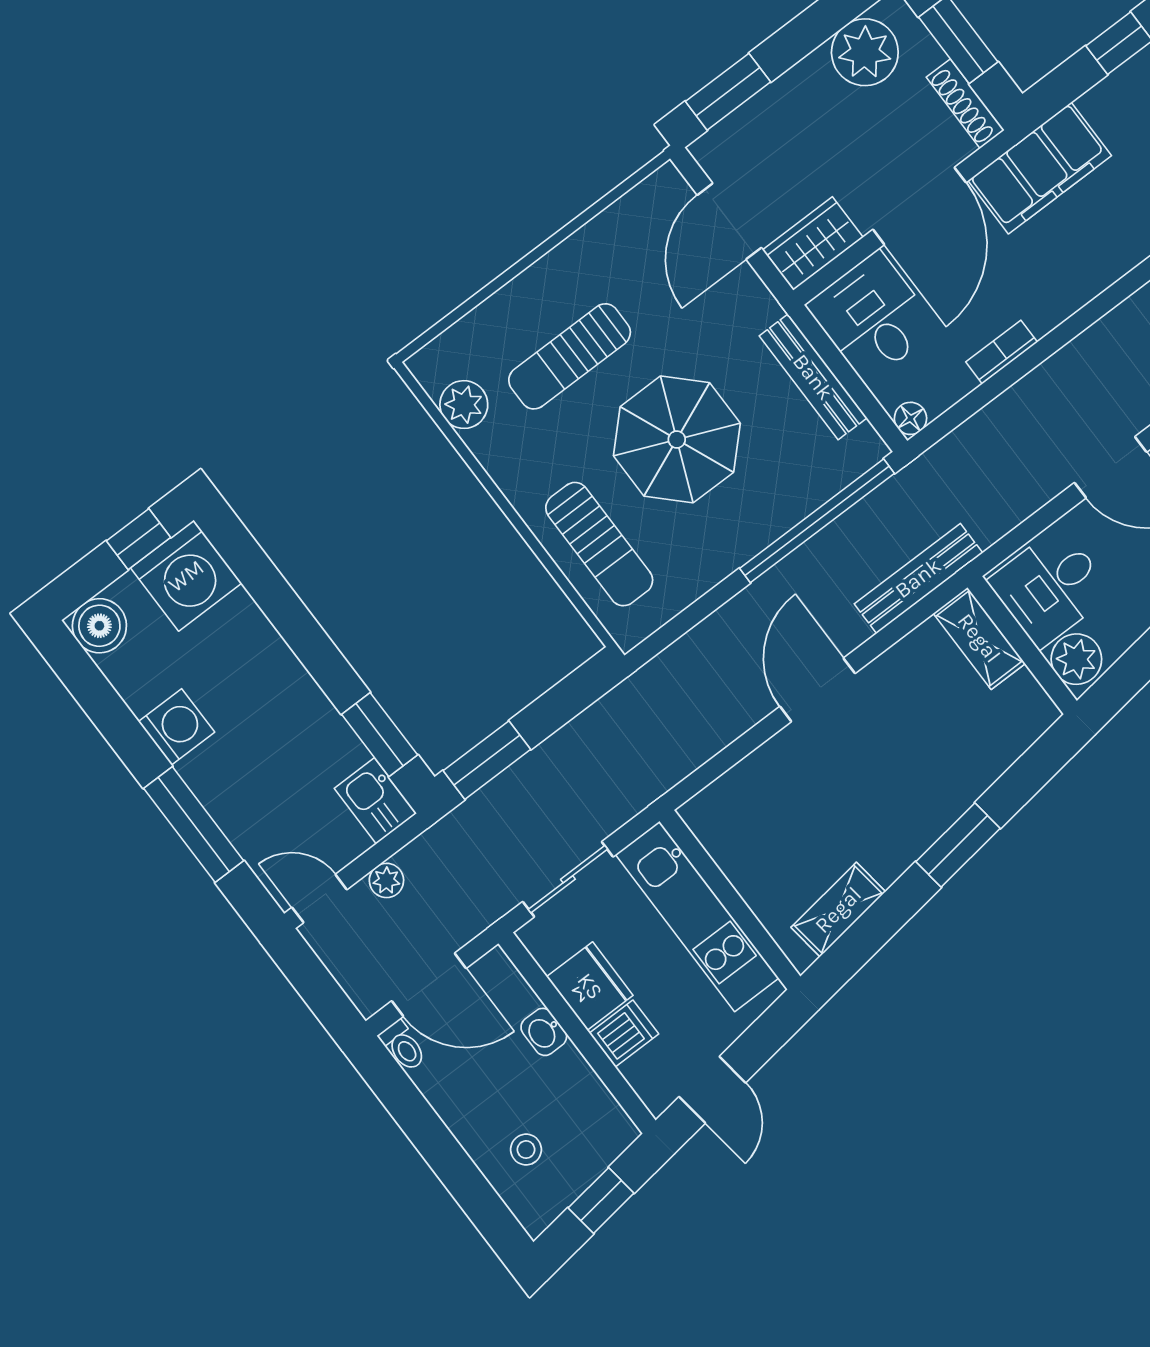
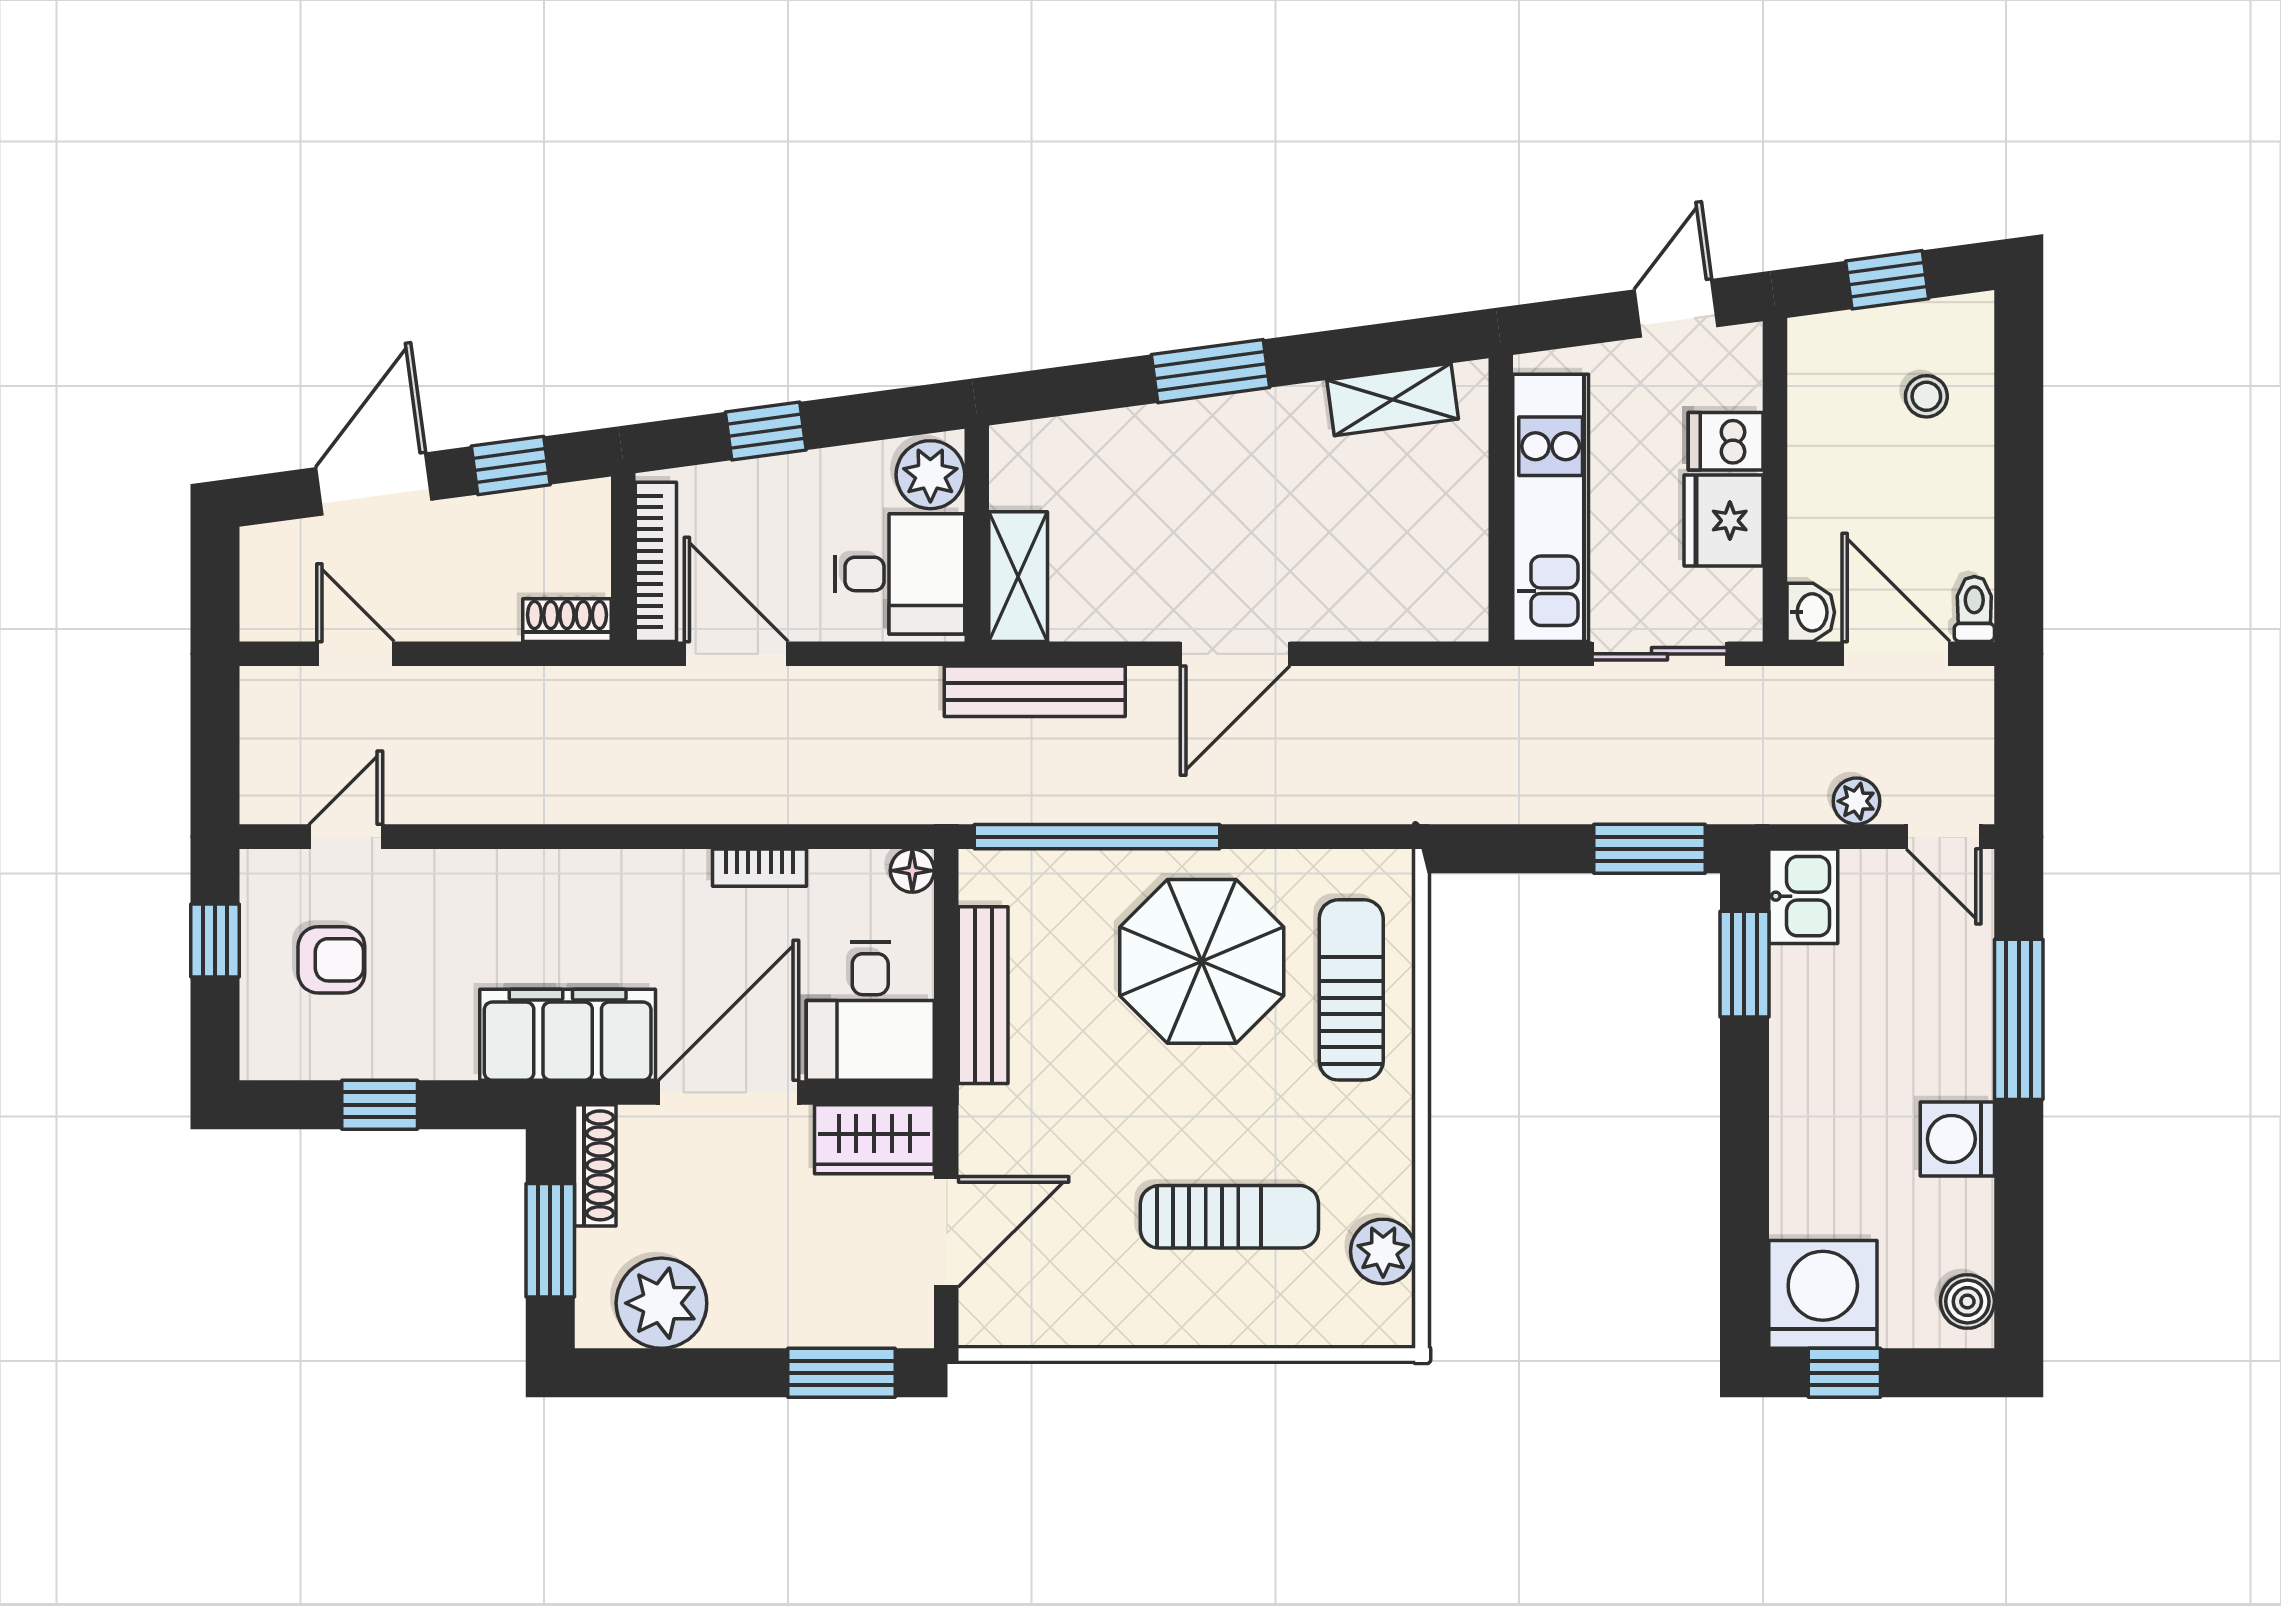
parasol: (677, 439) -> (1202, 961), moved
boiler: (99, 626) -> (1967, 1301), width x0.73, depth x0.73
washbasin: (544, 1032) -> (1811, 612), moved

